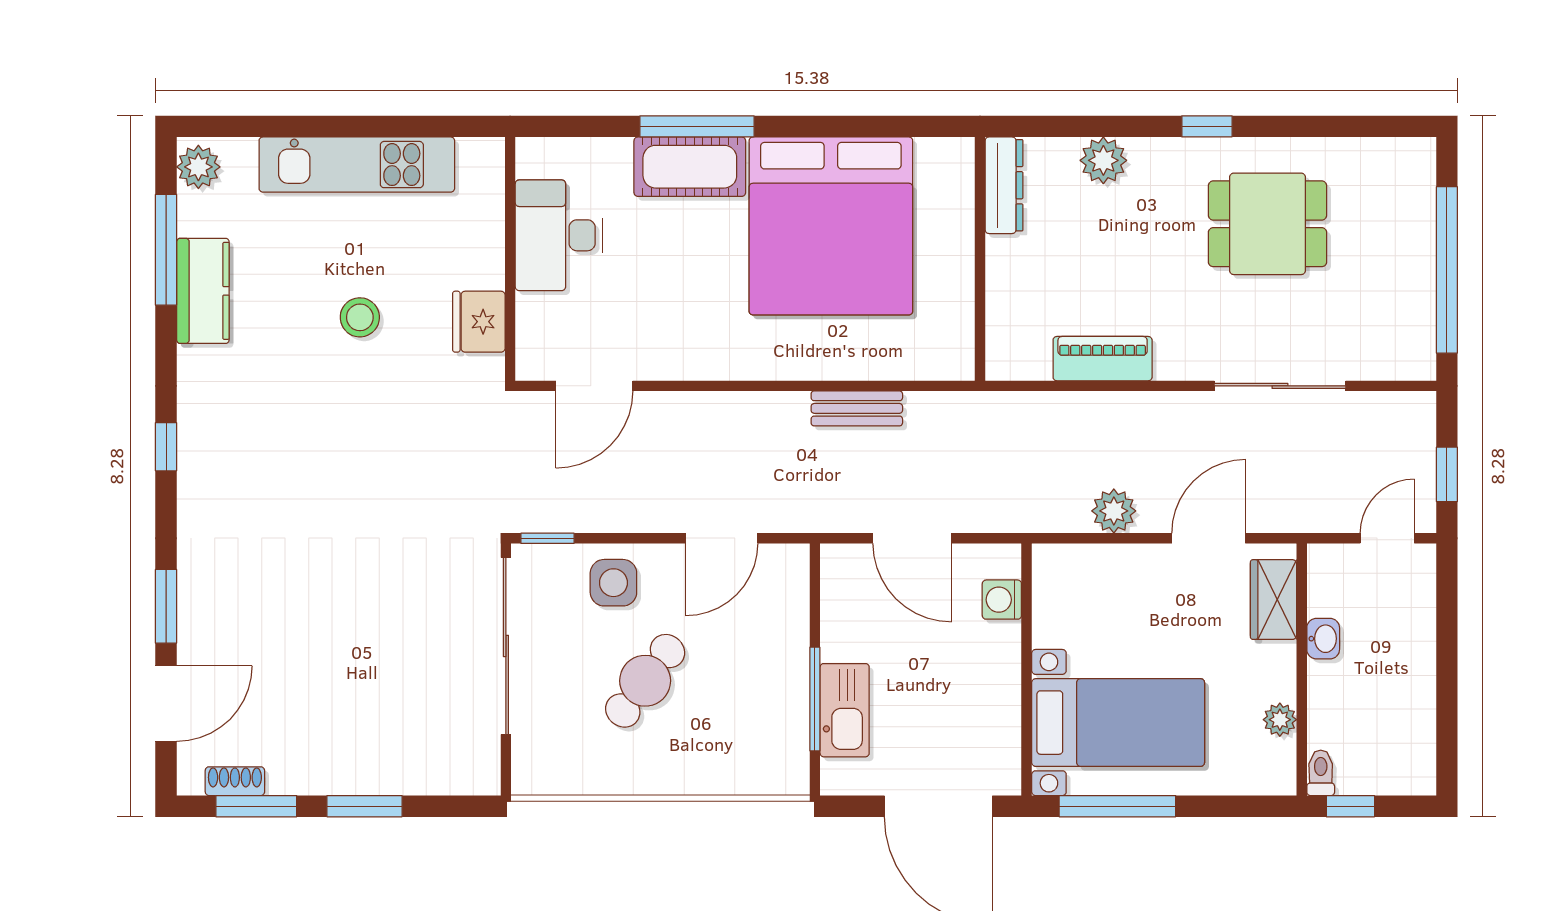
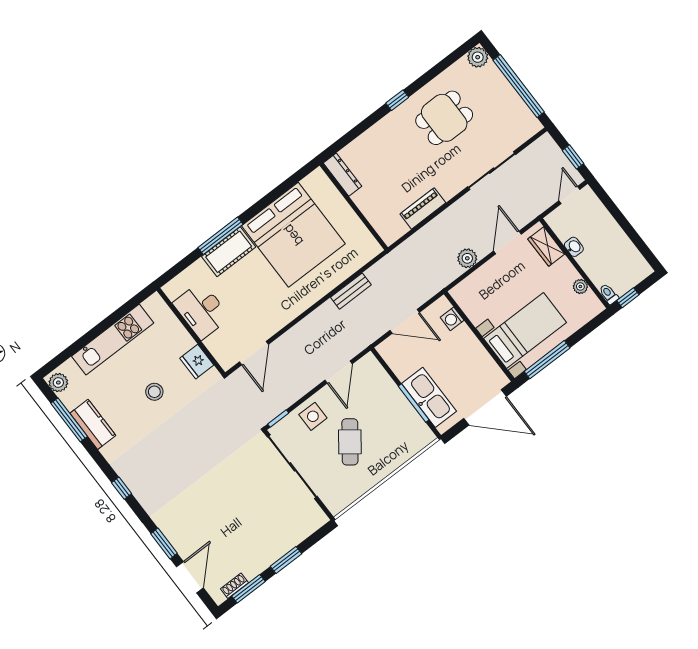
plant: (1103, 160) -> (478, 57), moved
kitchen sink: (845, 710) -> (429, 397), width x1.36, depth x1.24

